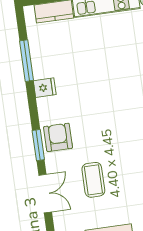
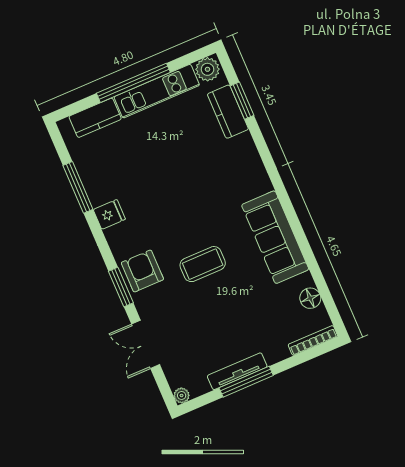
coffee table: (93, 180) -> (203, 264), moved, turned 90
double door: (45, 194) -> (146, 344), swing flipped

